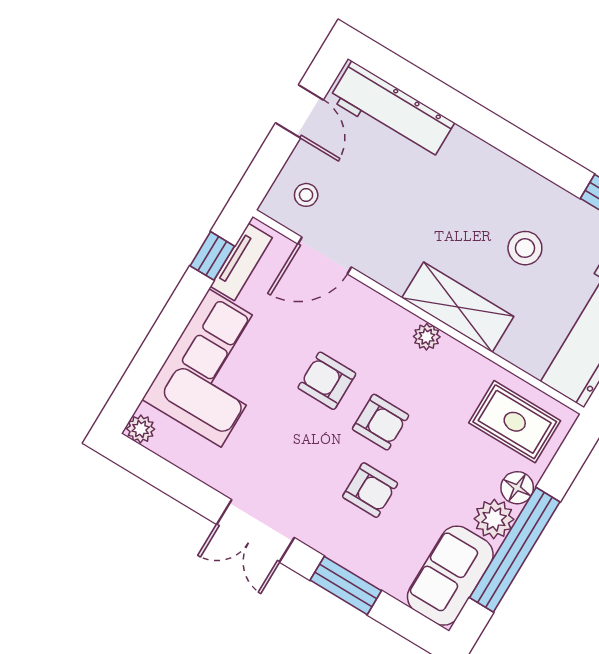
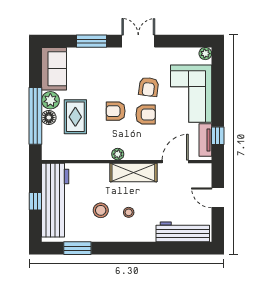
door: (299, 111) -> (218, 198), moved
stool: (306, 195) -> (129, 212), moved
shelving: (458, 307) -> (133, 173), moved
rug: (515, 422) -> (75, 117), moved, turned 90
armchair: (370, 490) -> (149, 87), moved, turned -83
window: (515, 550) -> (35, 116), moved

